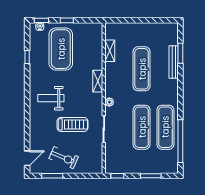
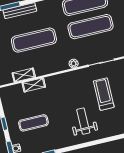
exercise mat: (61, 49) -> (33, 123), width x0.50, depth x0.69
shelving: (98, 81) -> (34, 85), moved
weight bench: (51, 98) -> (83, 121), turned 180

